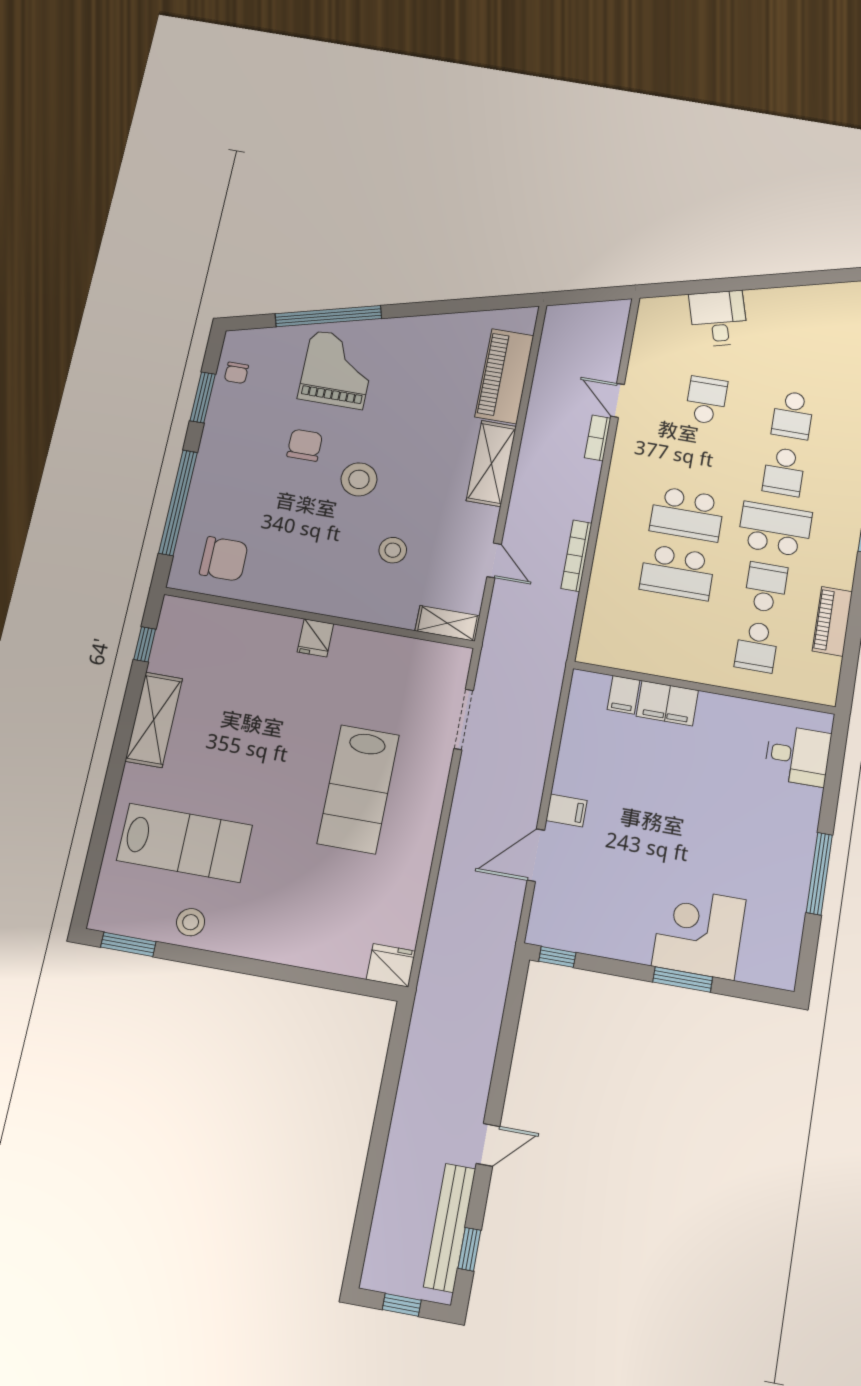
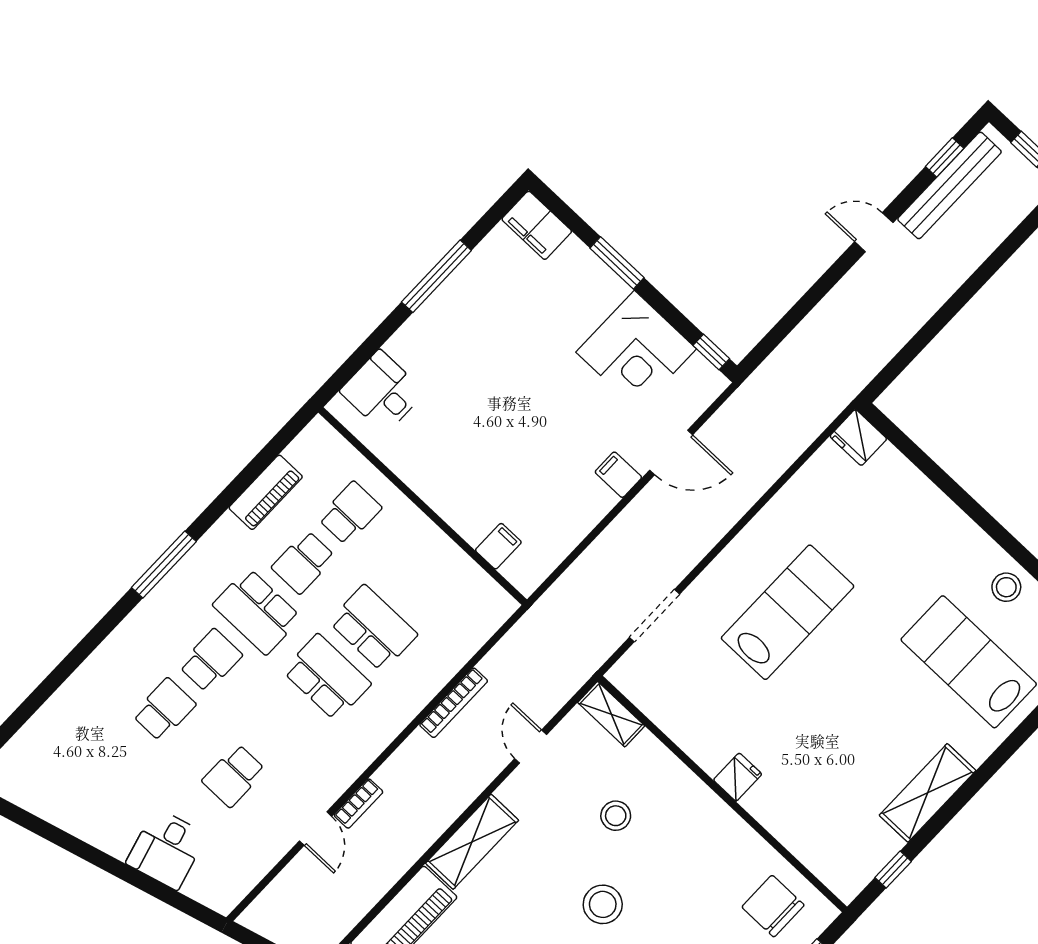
filing cabinet: (667, 703) -> (537, 225), moved, turned 180
corner desk: (699, 933) -> (636, 351), moved

